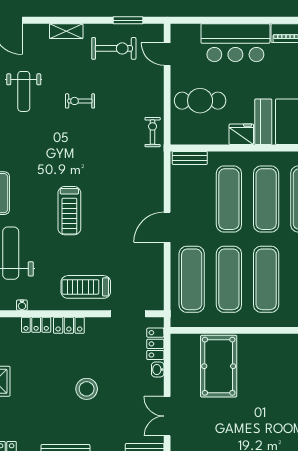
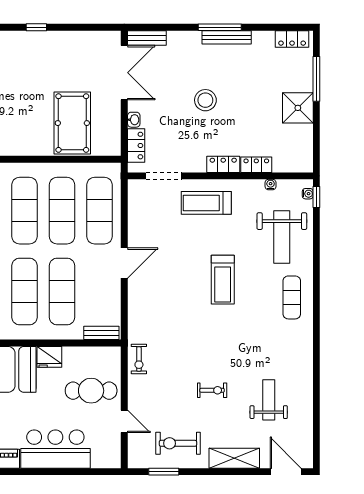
shelving: (66, 31) -> (234, 458), width x1.50, depth x1.33
door: (167, 54) -> (124, 421), moved
treadmill: (69, 211) -> (223, 280), turned 180
treadmill: (86, 287) -> (206, 203), turned 180
double door: (167, 416) -> (124, 73), width x1.37

